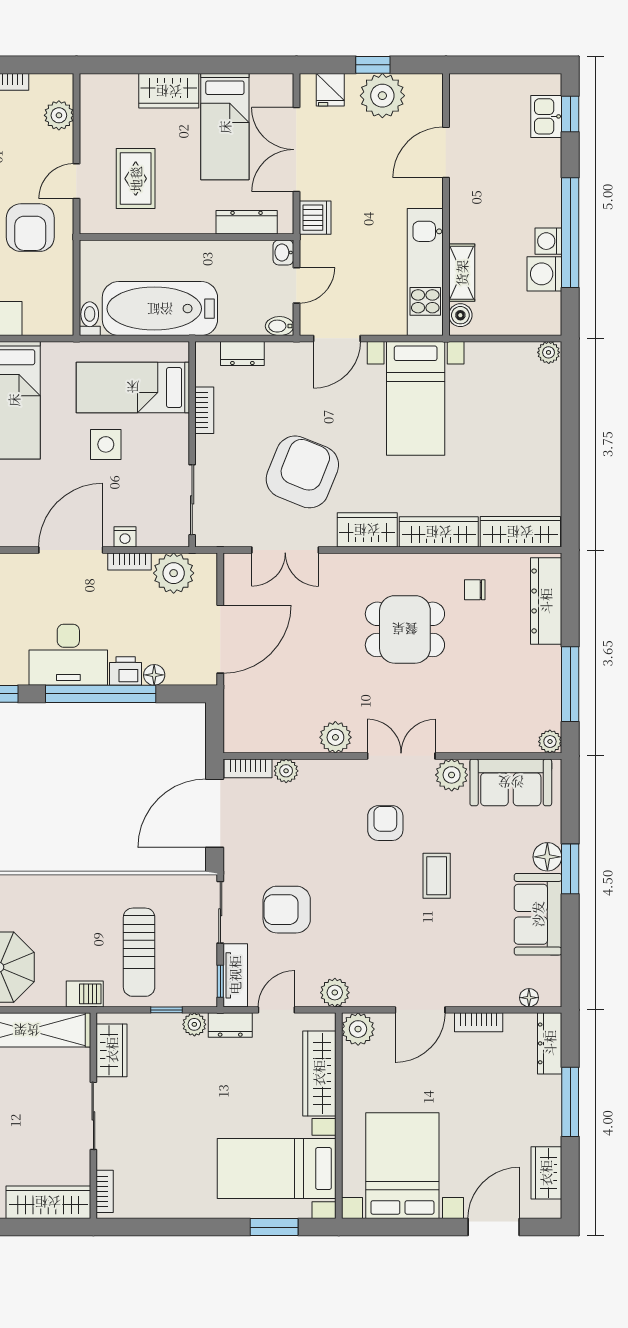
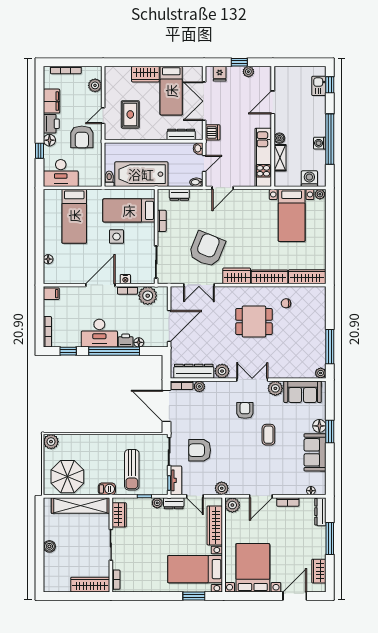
plant: (382, 96) -> (248, 72), width x0.53, depth x0.53
washing machine: (544, 274) -> (309, 179), moved, turned 90
boiler: (460, 315) -> (279, 138), moved
bed with nightstands: (416, 398) -> (292, 215), moved
dresser: (546, 601) -> (194, 371), moved, turned 90
door: (215, 813) -> (167, 406), hinge flipped
door: (276, 1010) -> (195, 496), swing flipped

